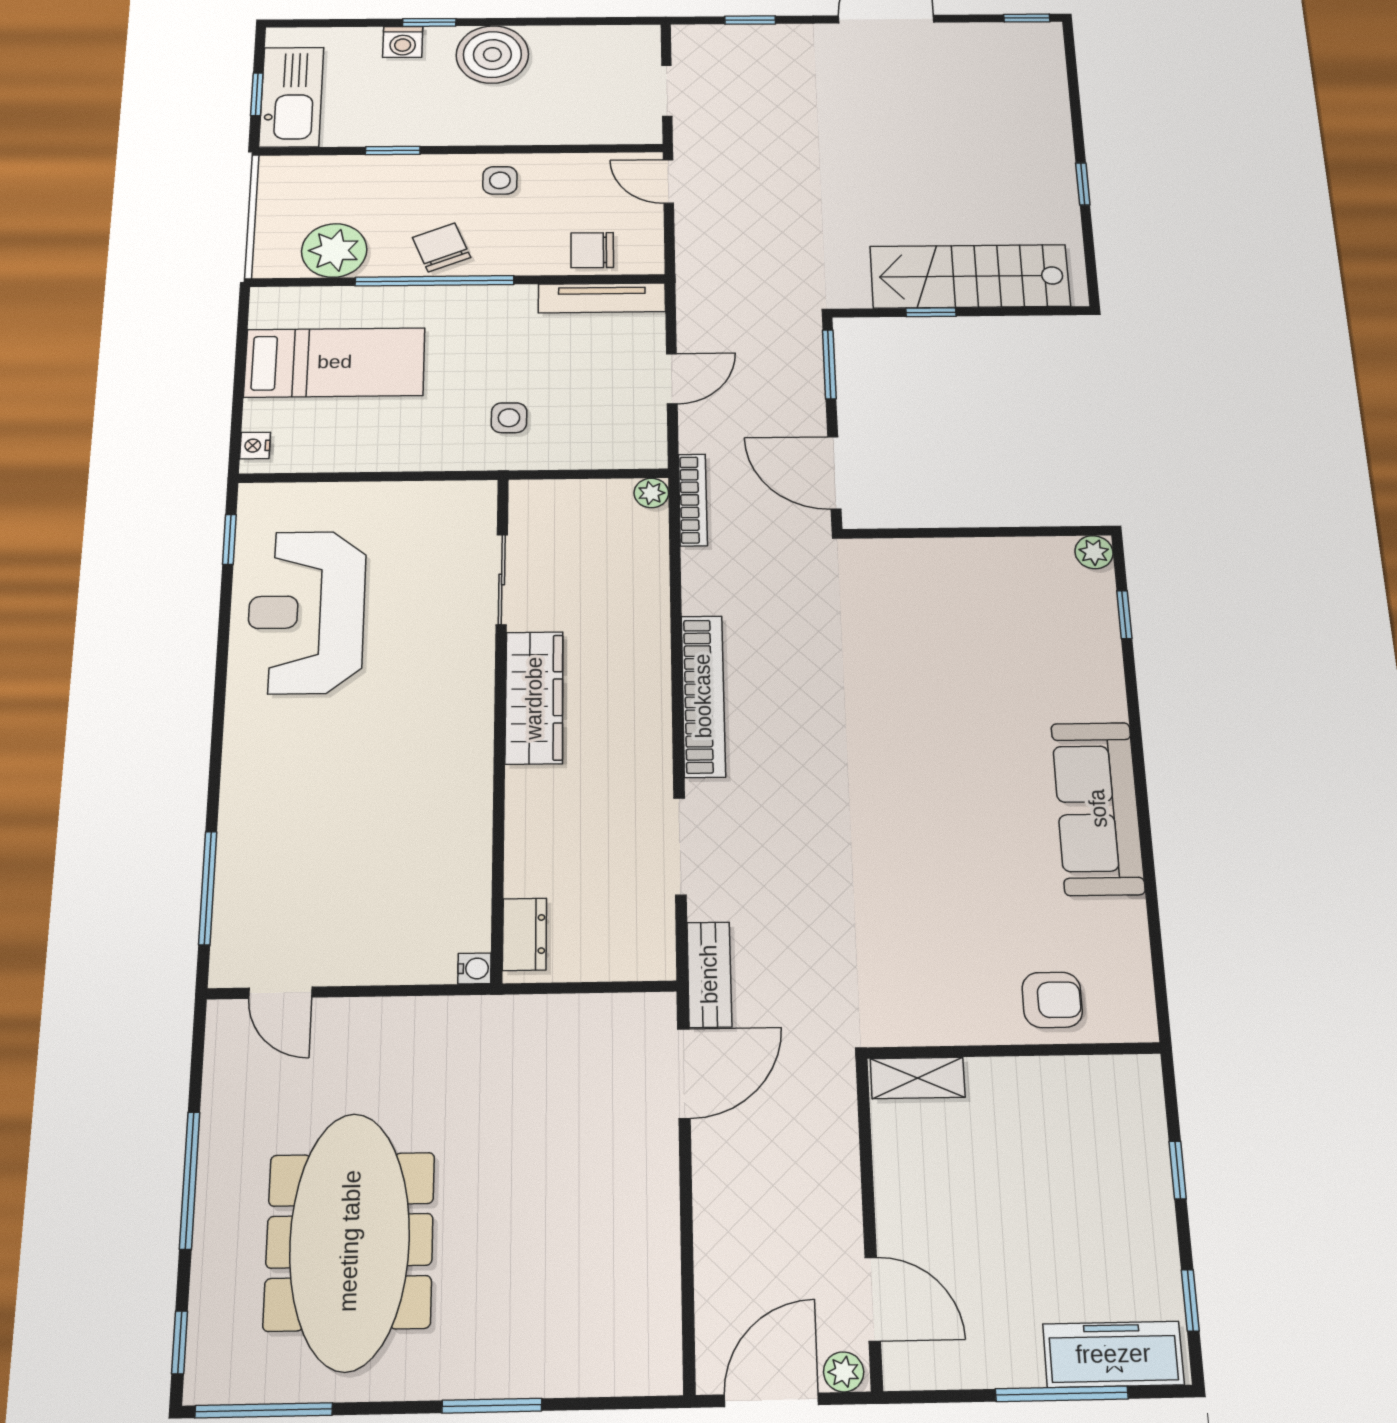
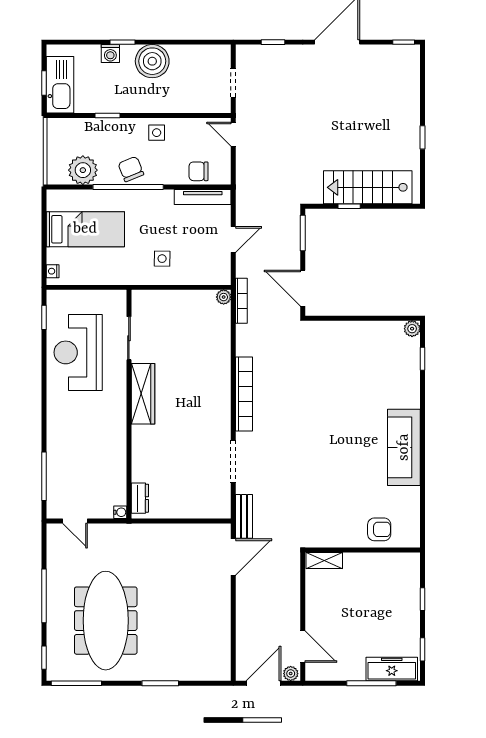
sliding door: (502, 579) -> (129, 338), moved
wardrobe: (534, 698) -> (143, 394), moved
wall: (500, 721) -> (129, 404), moved
dresser: (525, 934) -> (140, 498), moved
water cooler: (474, 968) -> (120, 512), moved

